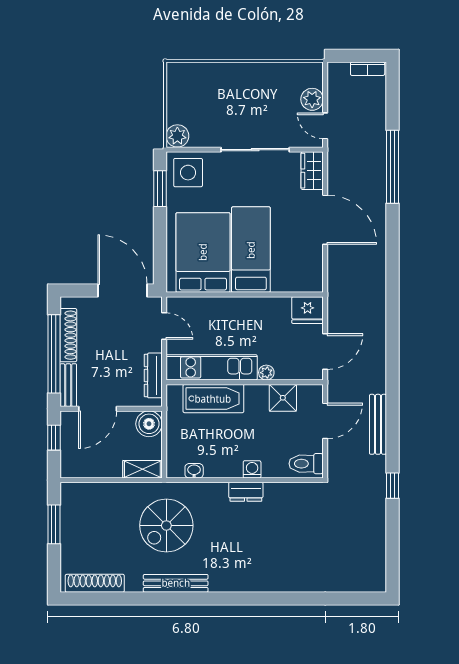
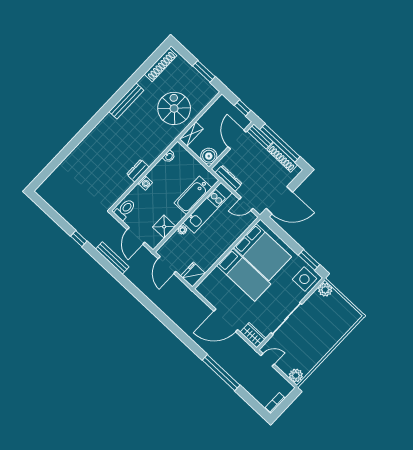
plant: (312, 99) -> (296, 375), moved
spiral stairs: (166, 525) -> (174, 108), moved

